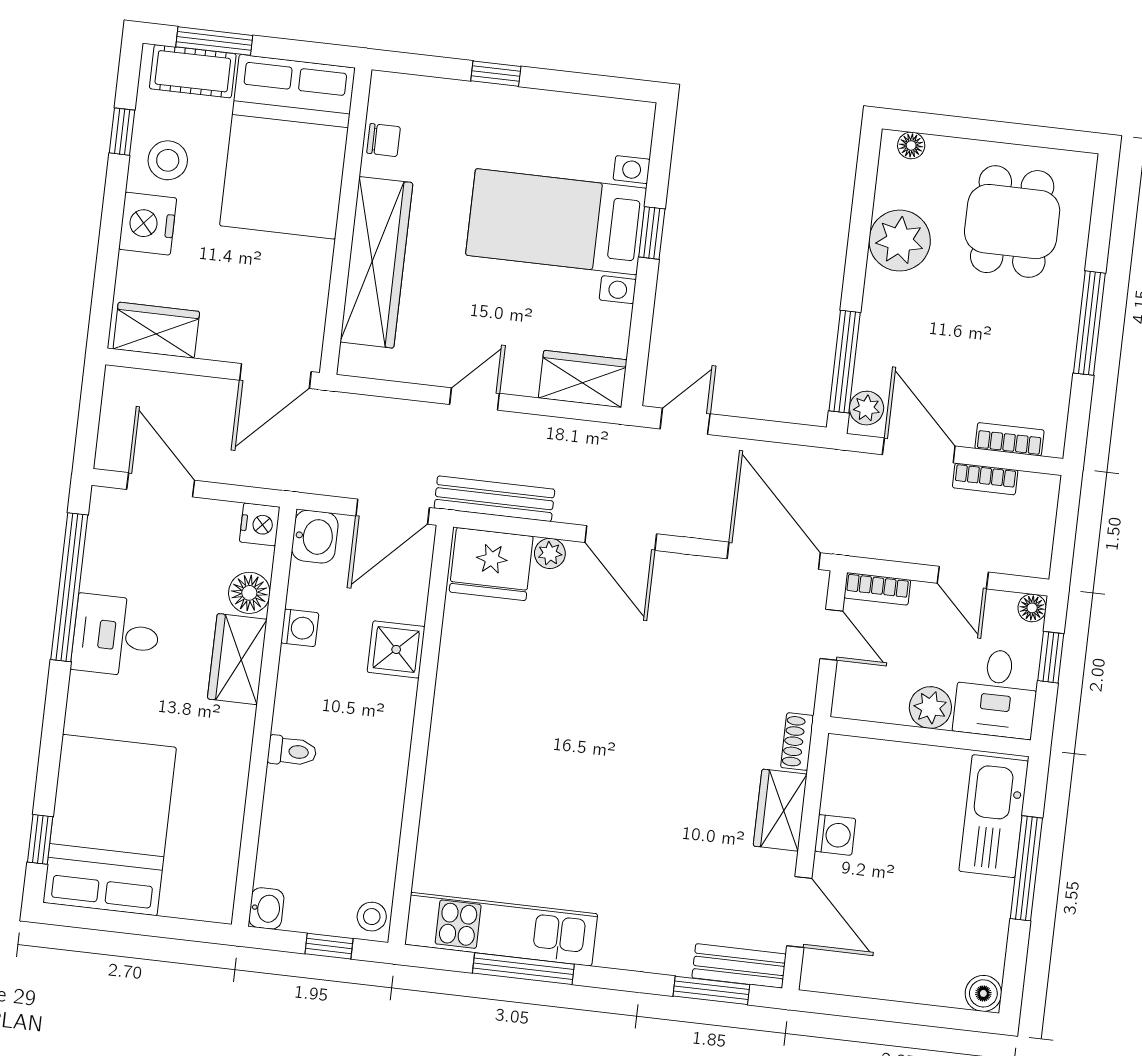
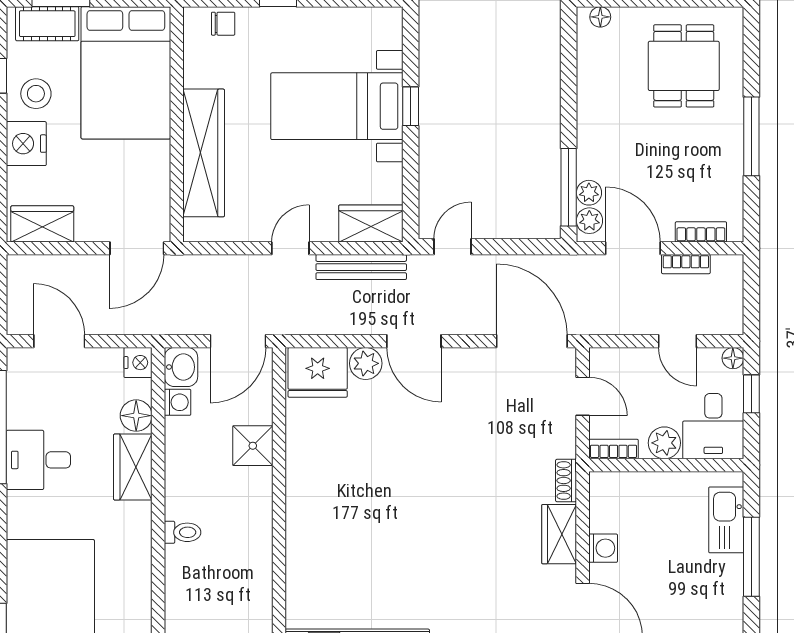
chair: (384, 140) -> (223, 24), moved
plant: (900, 241) -> (589, 193), moved, width x0.53, depth x0.53
bench: (494, 499) -> (361, 267), moved
plant: (550, 553) -> (366, 363), width x1.38, depth x1.38
bookcase: (877, 589) -> (614, 449), moved, turned 180
washing machine: (300, 628) -> (178, 402), moved
kitchen sink: (994, 816) -> (726, 520), width x0.73, depth x0.81

